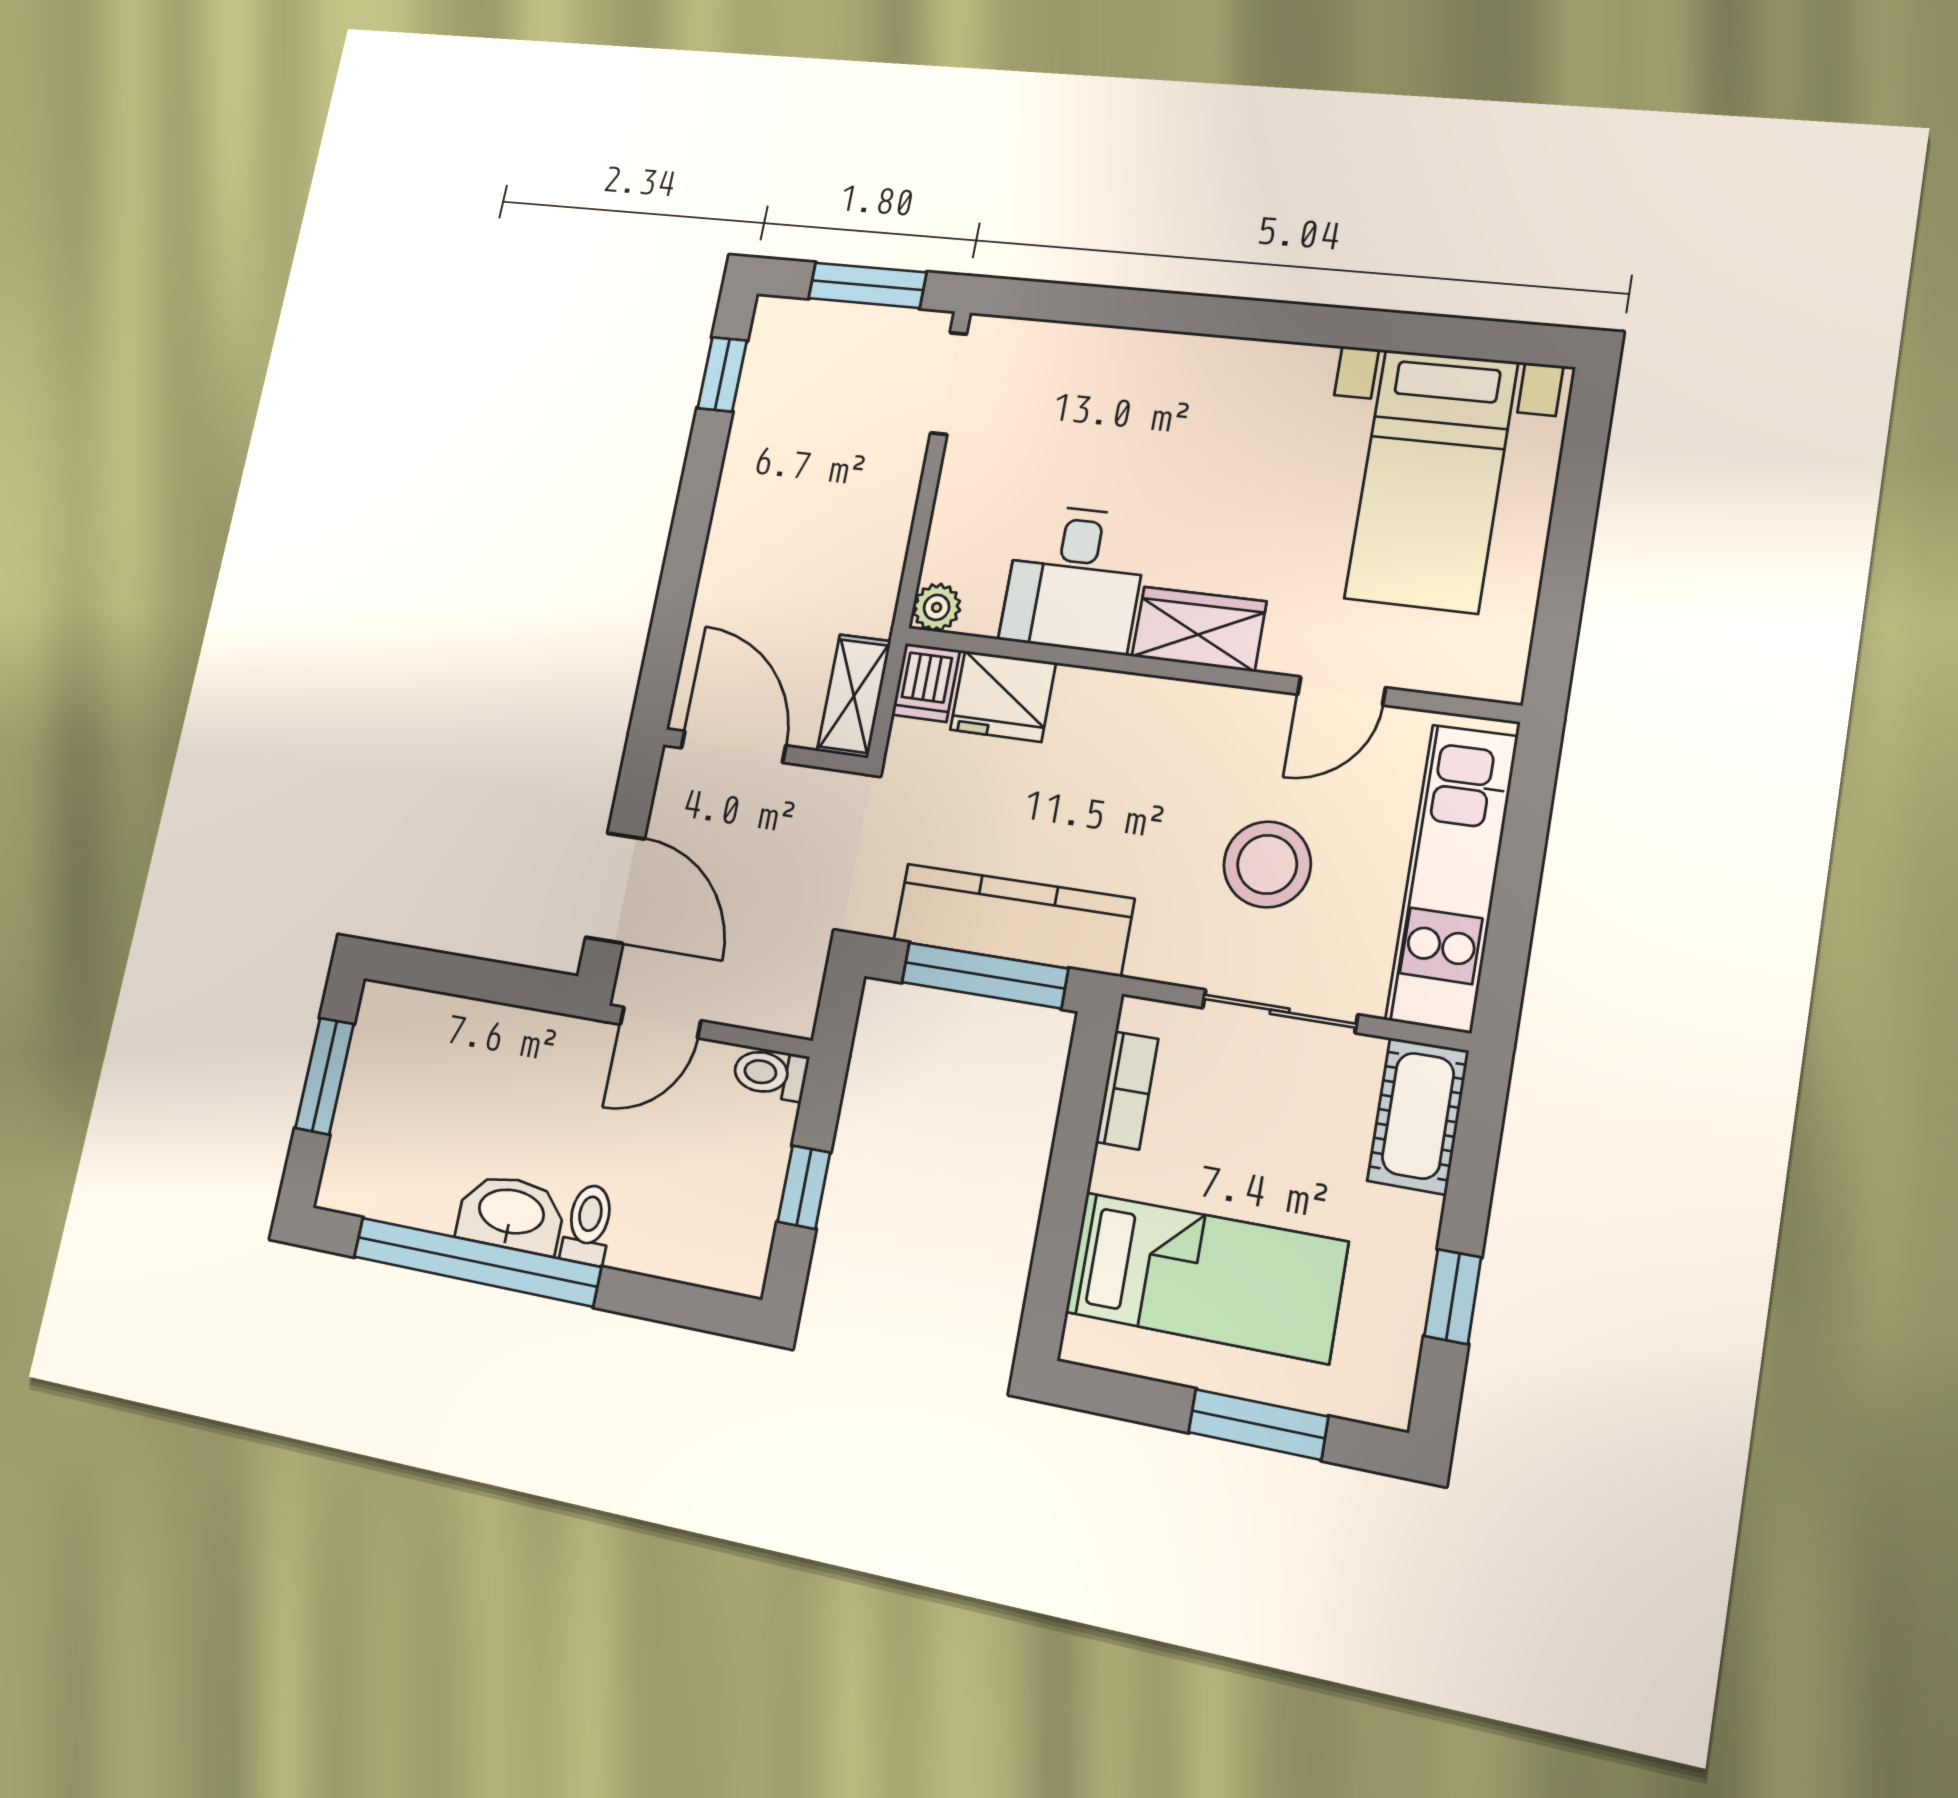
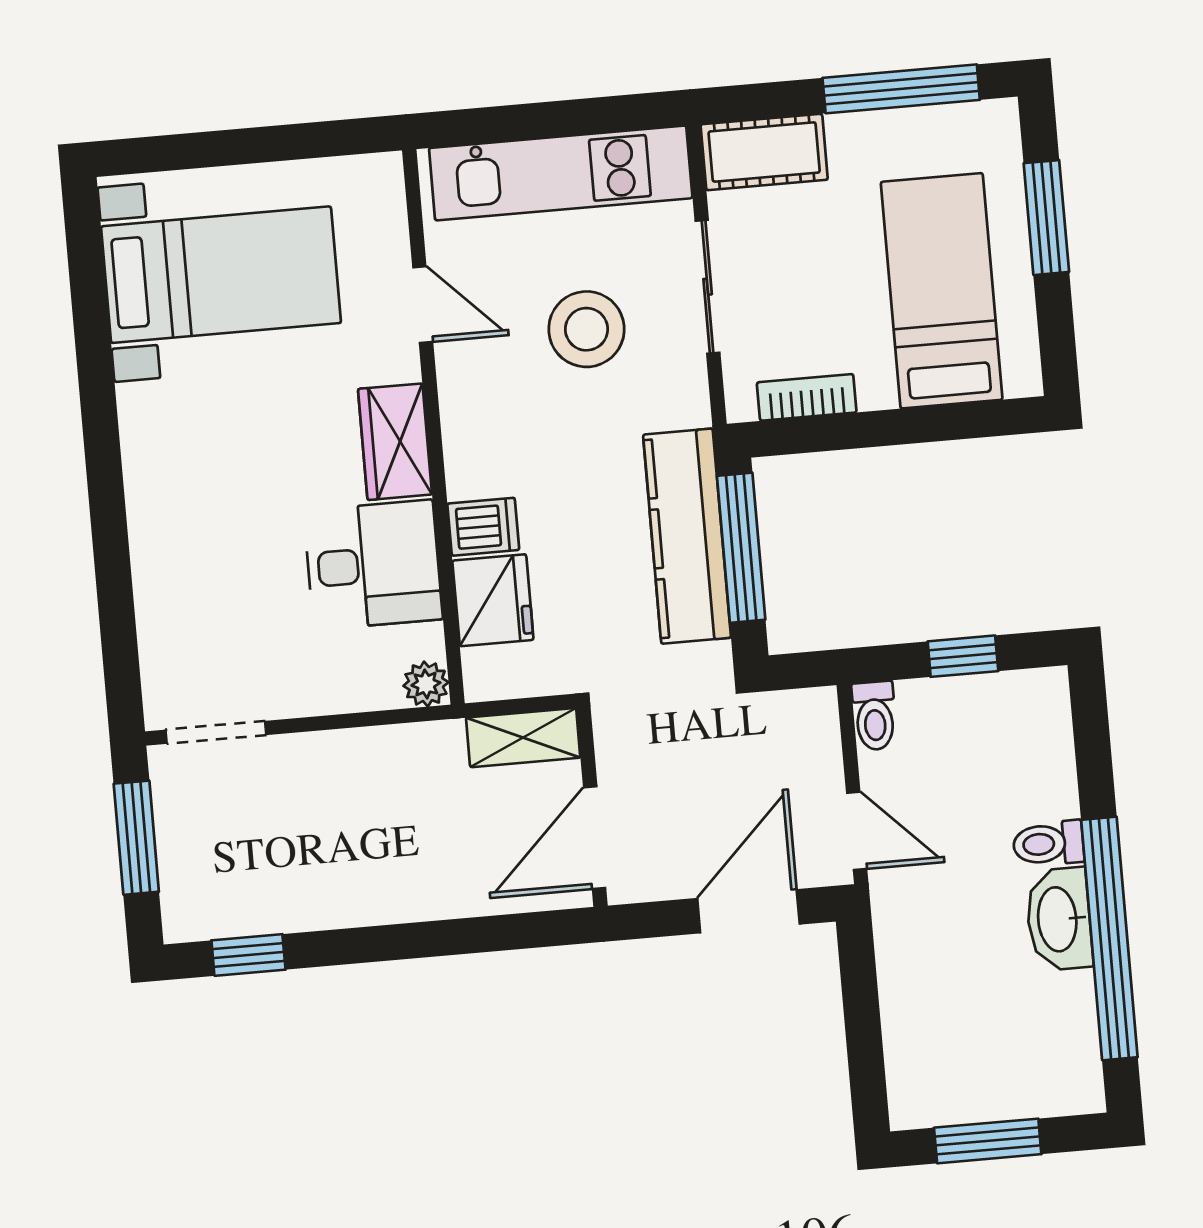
dishwasher: (926, 683) -> (483, 527), moved
window: (1453, 1297) -> (901, 89), width x2.17

